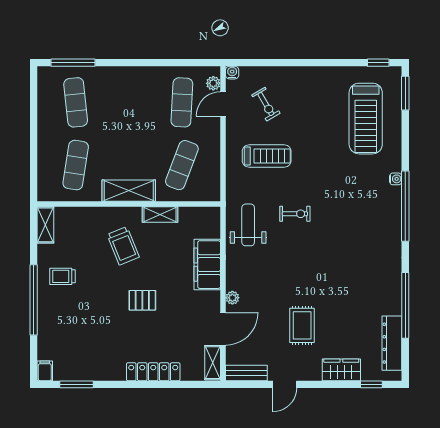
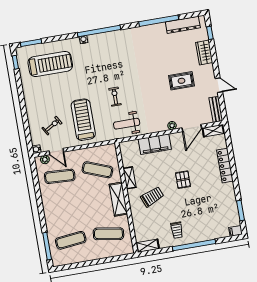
treadmill: (267, 156) -> (83, 120), width x1.37, depth x1.38
door: (223, 329) -> (192, 128), swing flipped

